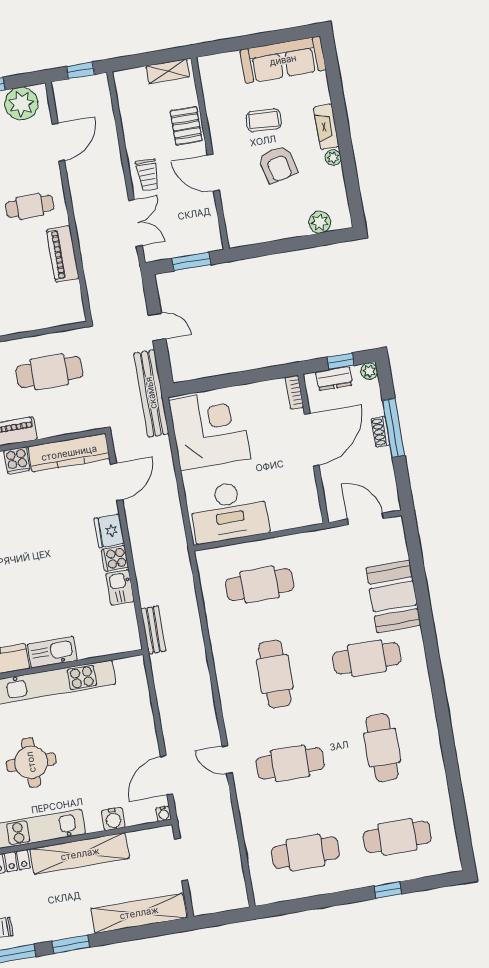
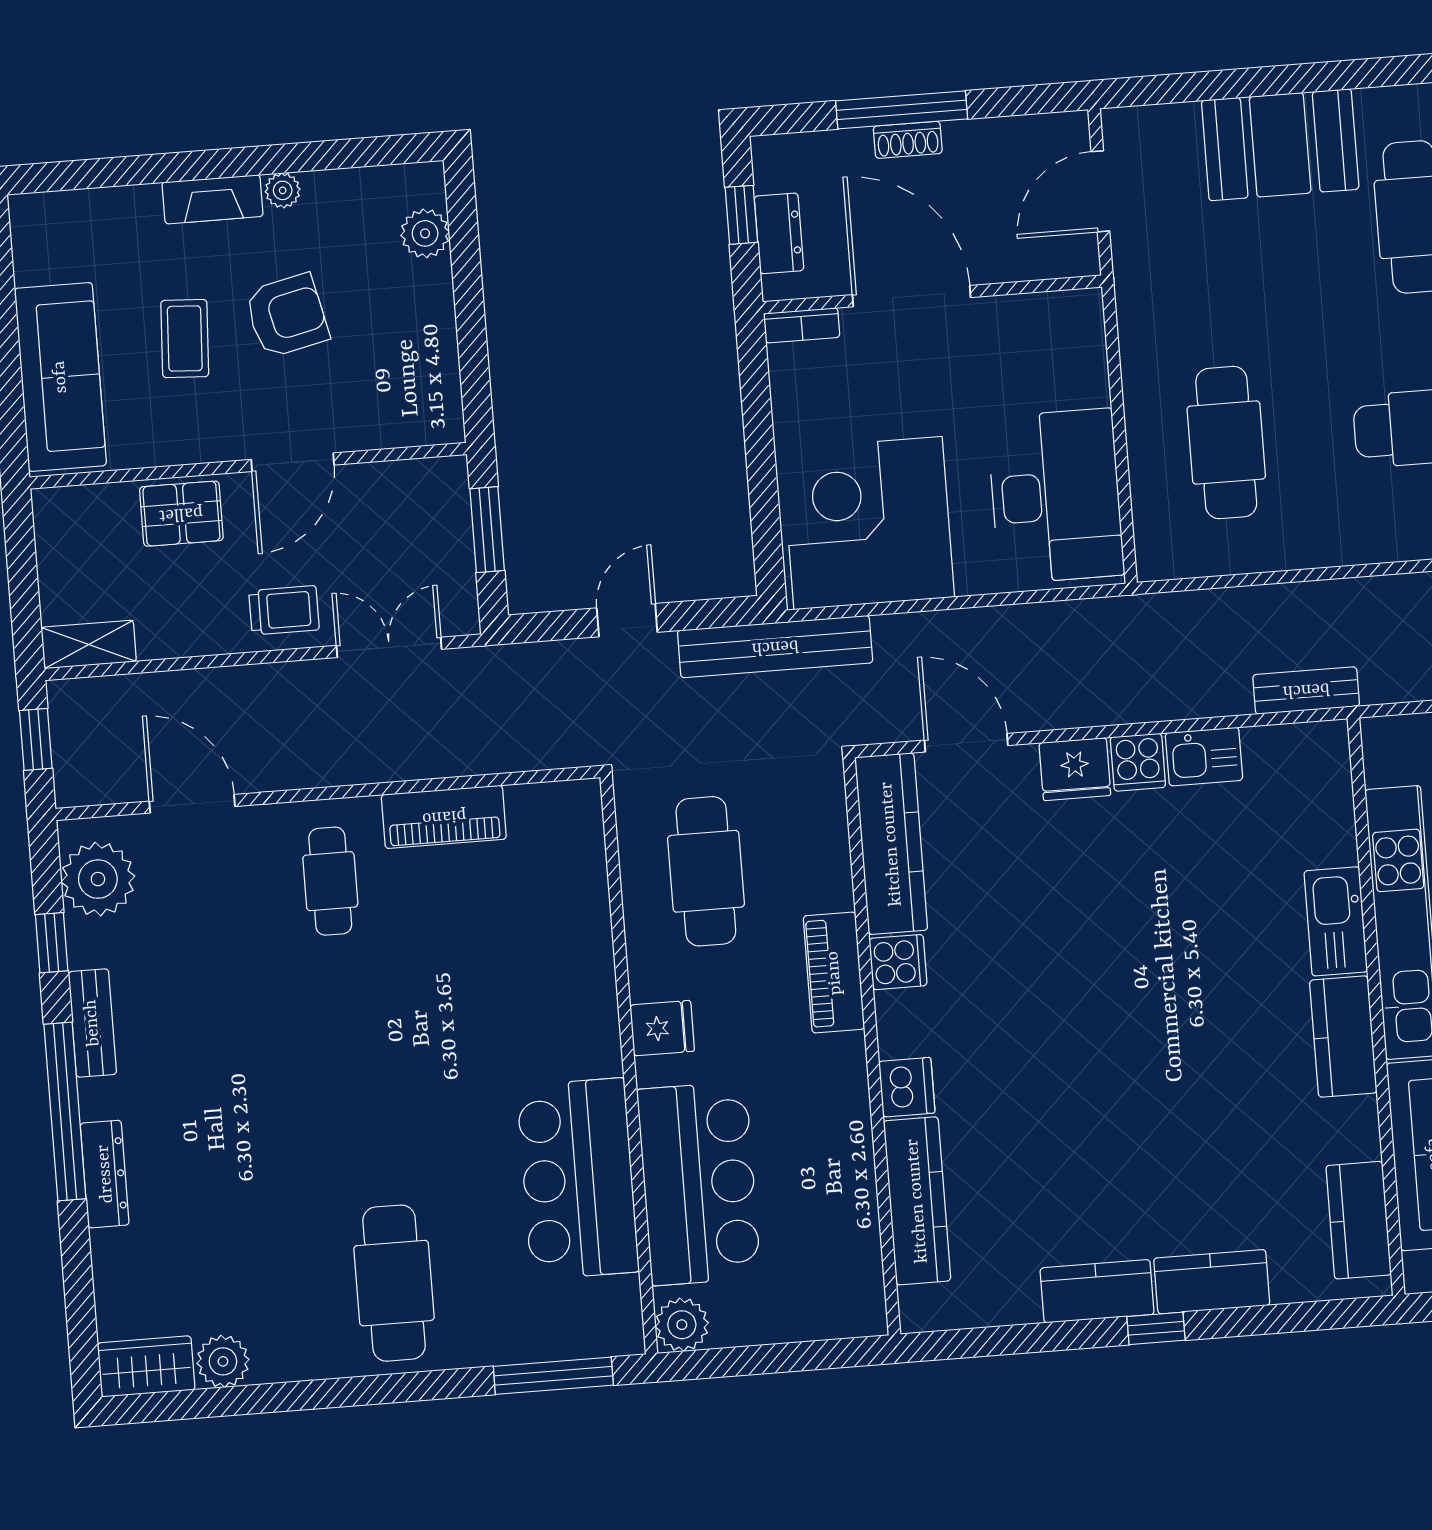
sofa: (283, 60) -> (60, 377), moved
shelving: (168, 71) -> (89, 644), moved, turned 90
plant: (369, 371) -> (769, 153), removed

